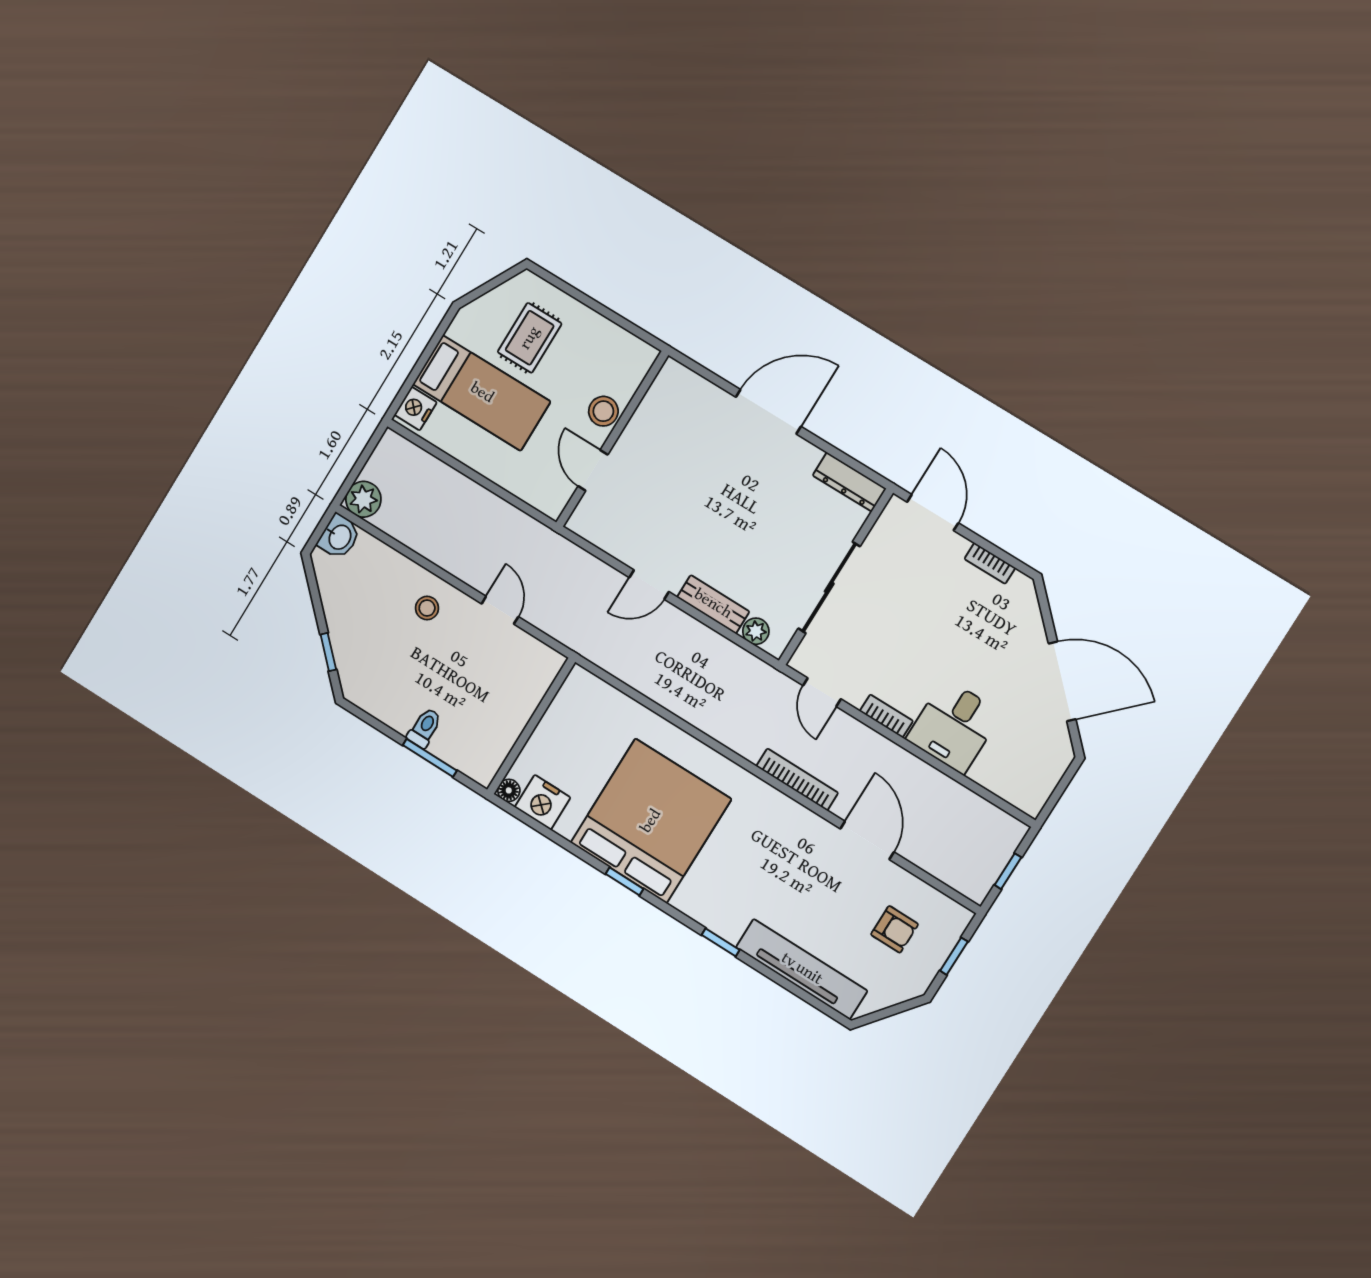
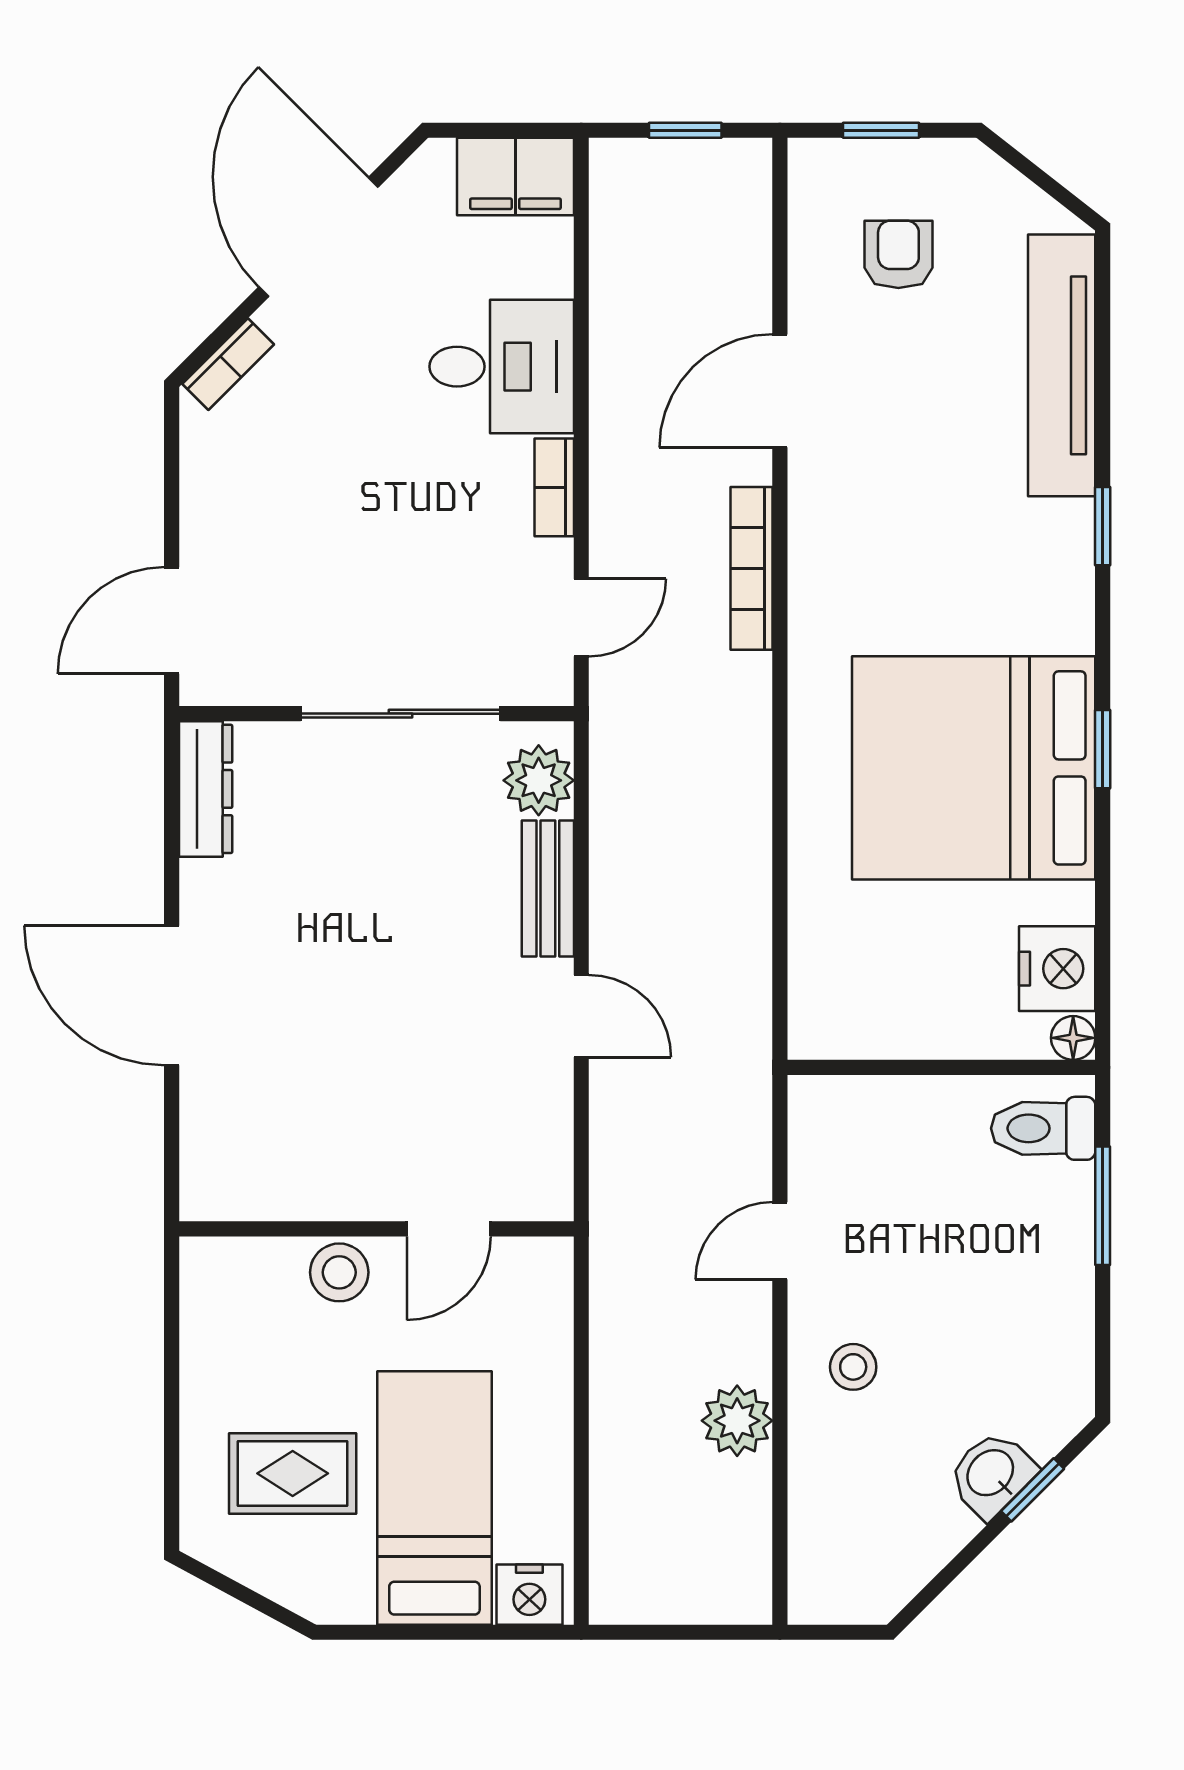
plant: (363, 499) -> (737, 1421), moved
washbasin: (339, 537) -> (992, 1474), moved, turned -45
bookcase: (990, 563) -> (228, 364), moved, turned 45
plant: (756, 631) -> (539, 780), width x1.38, depth x1.38
toilet: (425, 728) -> (1043, 1128), moved, width x1.37, depth x1.39
filing cabinet: (1034, 784) -> (515, 177), added

